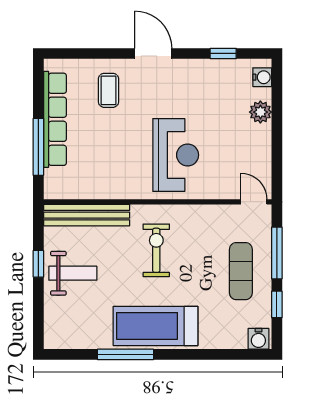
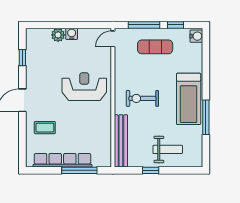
water cooler: (262, 77) -> (72, 34), moved
weight bench: (73, 273) -> (168, 149), moved, turned 90

